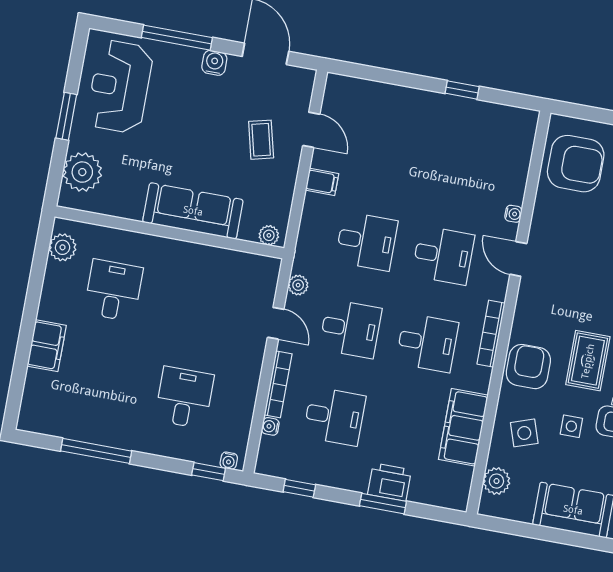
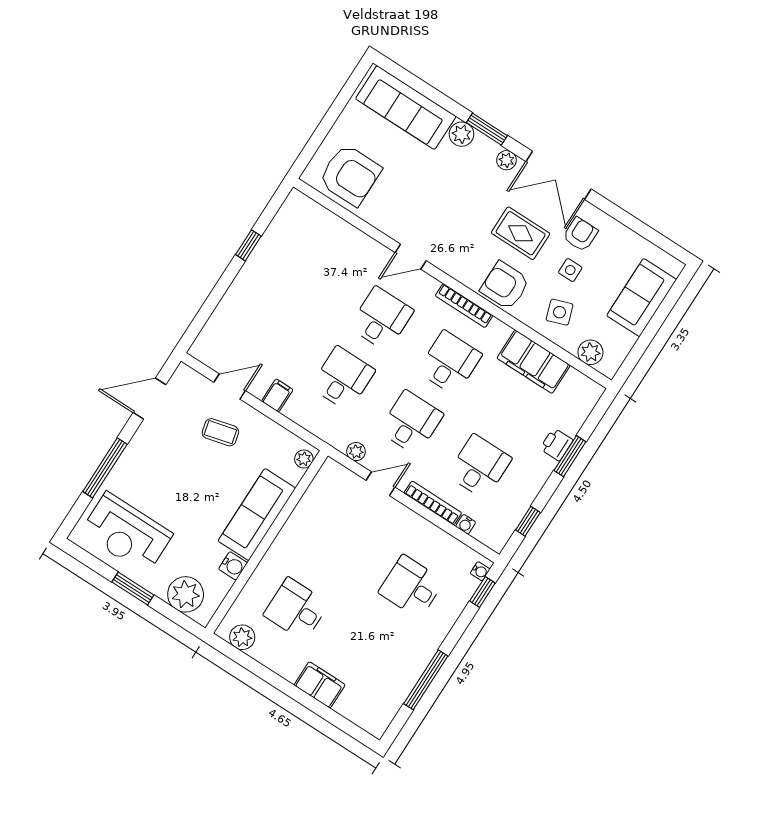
water cooler: (214, 63) -> (233, 566), moved, turned 180
armchair: (576, 164) -> (350, 175), turned 90
water cooler: (513, 214) -> (371, 245), removed
printer: (390, 482) -> (556, 444), width x0.73, depth x0.81

